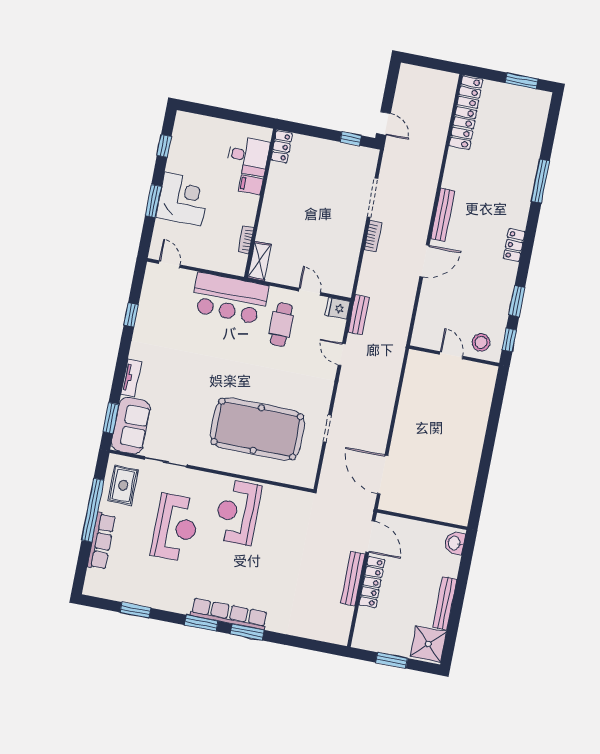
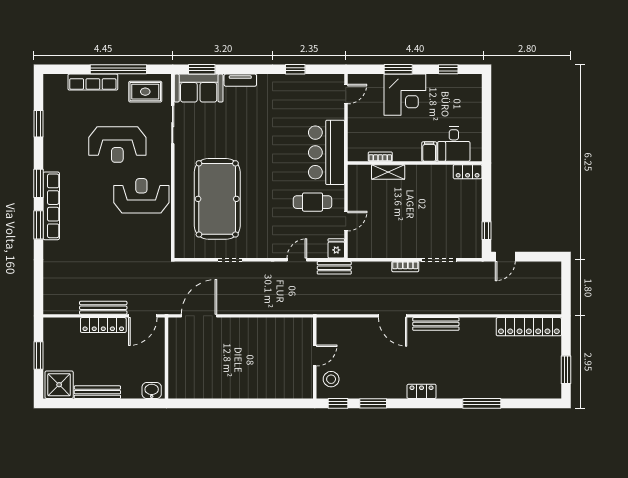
shelving: (259, 261) -> (388, 172), moved

